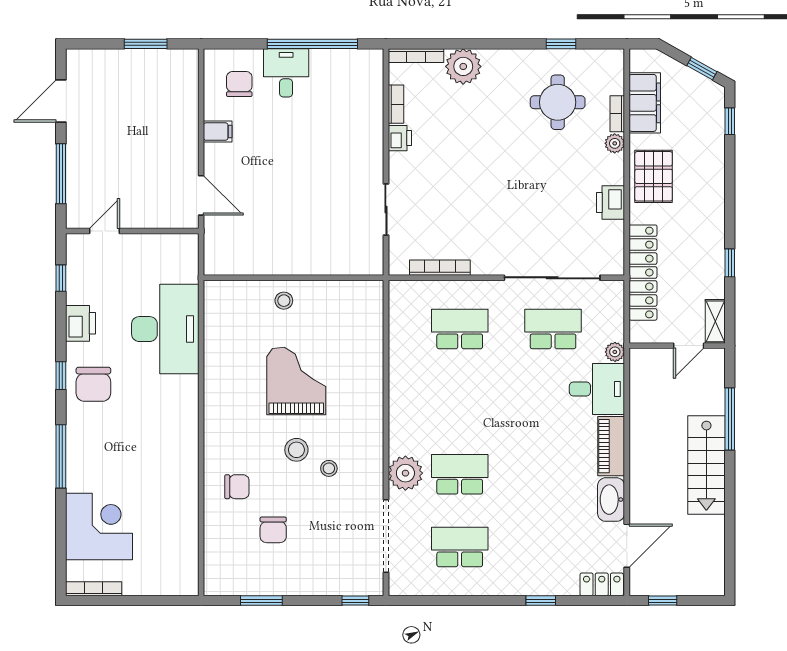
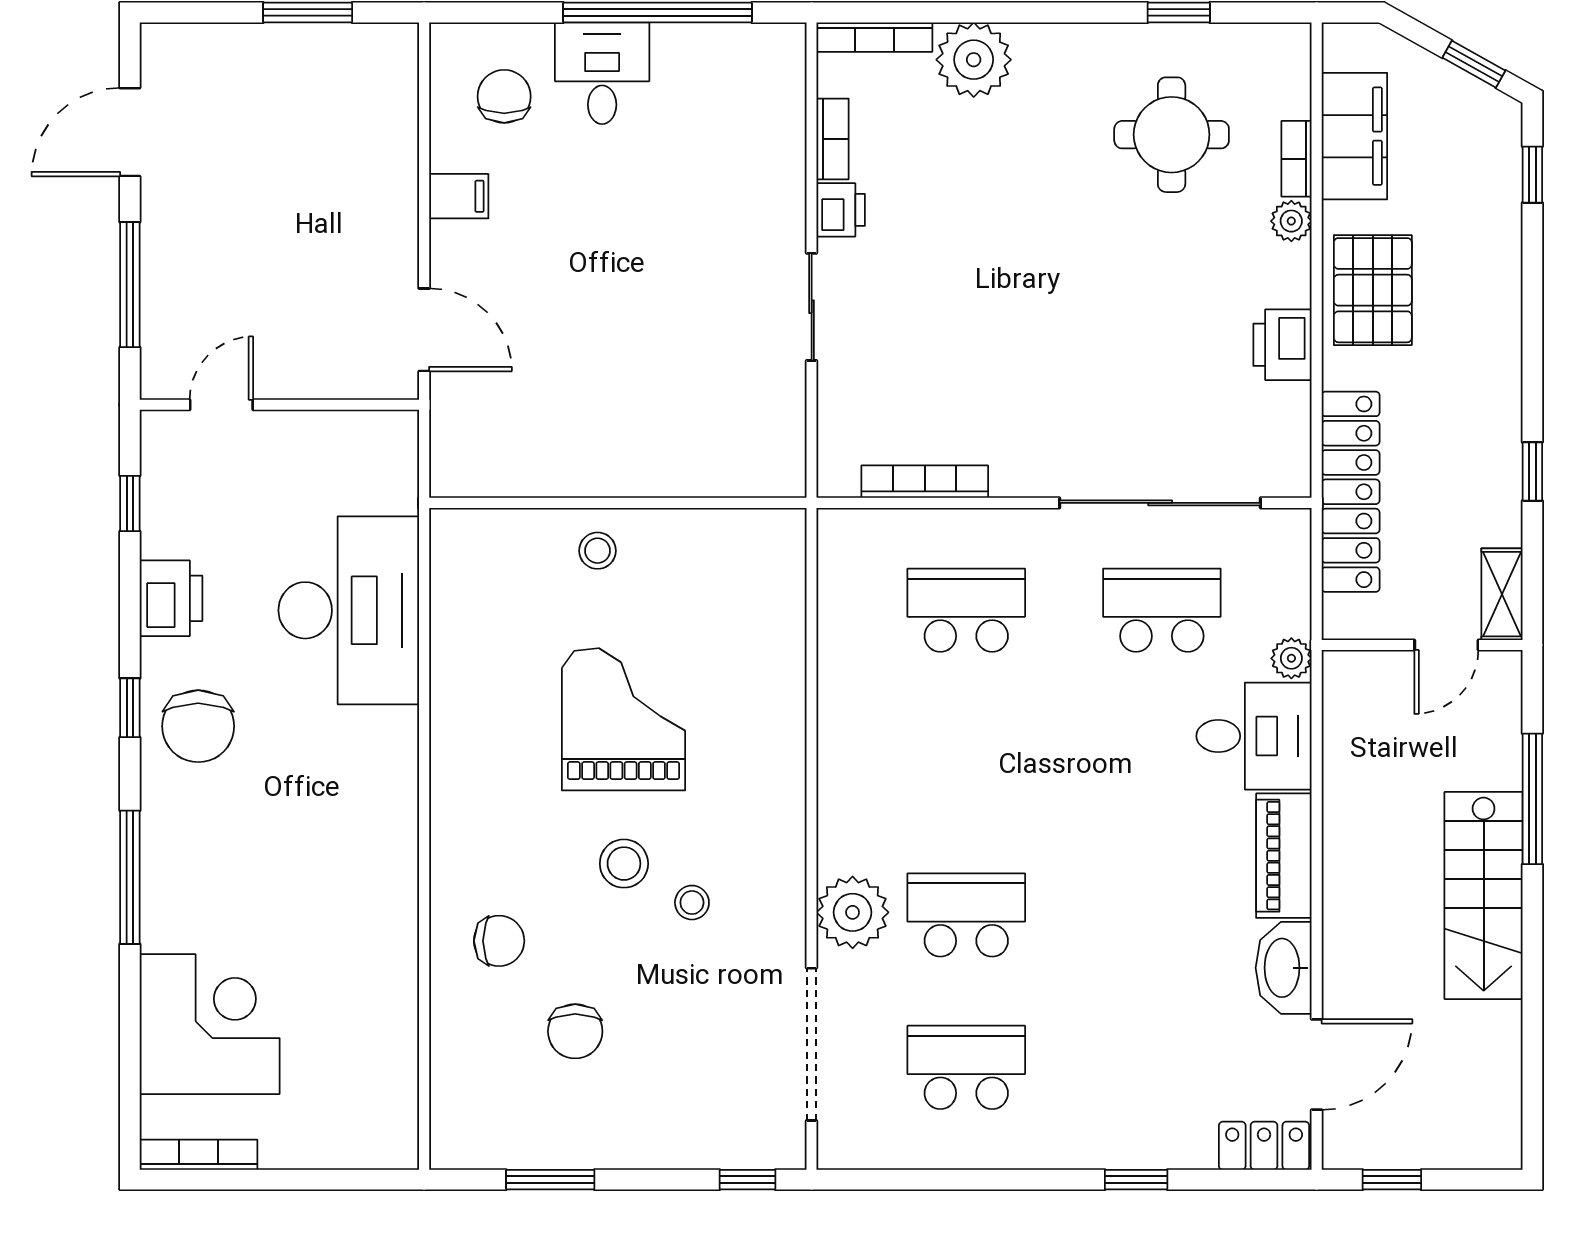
sliding door: (386, 210) -> (812, 307), moved

